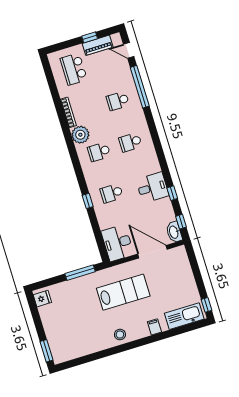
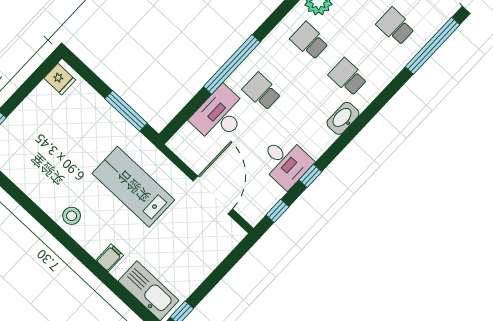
desk: (152, 188) -> (285, 162), moved
window: (88, 201) -> (232, 64), width x3.17
washbasin: (174, 232) -> (343, 118), moved
desk: (118, 243) -> (220, 115), moved
lab bench: (123, 292) -> (133, 187), turned 180

